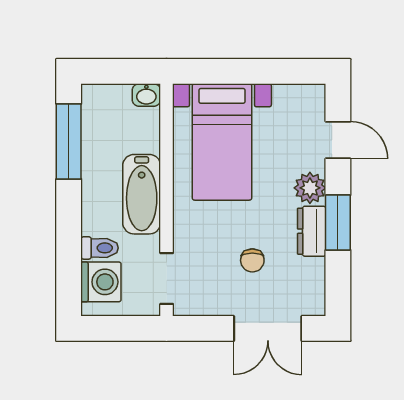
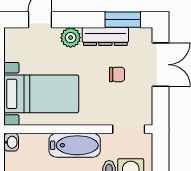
window: (338, 223) -> (123, 20), moved
dresser: (312, 231) -> (105, 36), width x1.44

